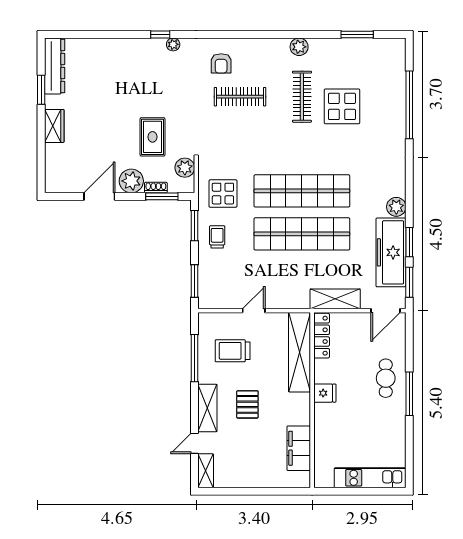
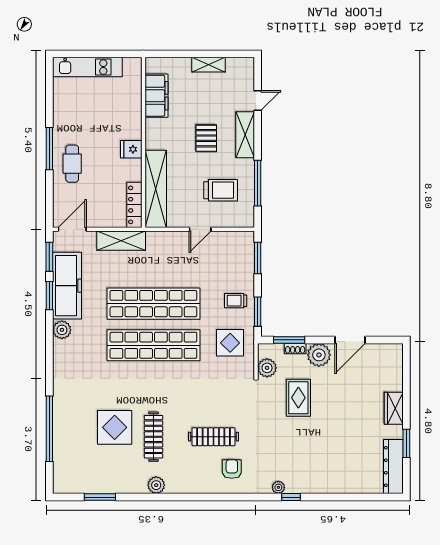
trolley: (217, 237) -> (236, 301), turned 90
shelving: (206, 471) -> (209, 65), moved, turned 90

